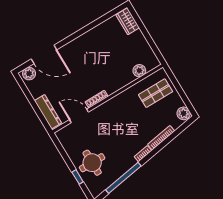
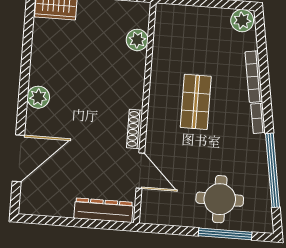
plant: (29, 74) -> (38, 97), moved
shop shelf: (156, 93) -> (196, 102), moved
door: (79, 116) -> (140, 171), swing flipped
window: (78, 177) -> (225, 234), width x2.17

